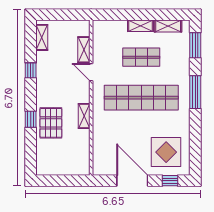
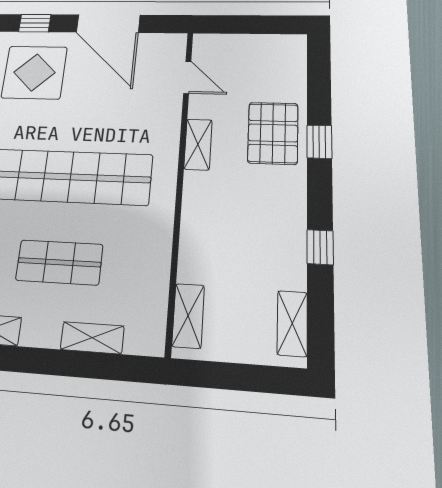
shelving: (140, 26) -> (92, 338), moved
shelving: (84, 50) -> (188, 316), moved
door: (91, 72) -> (187, 77), moved

